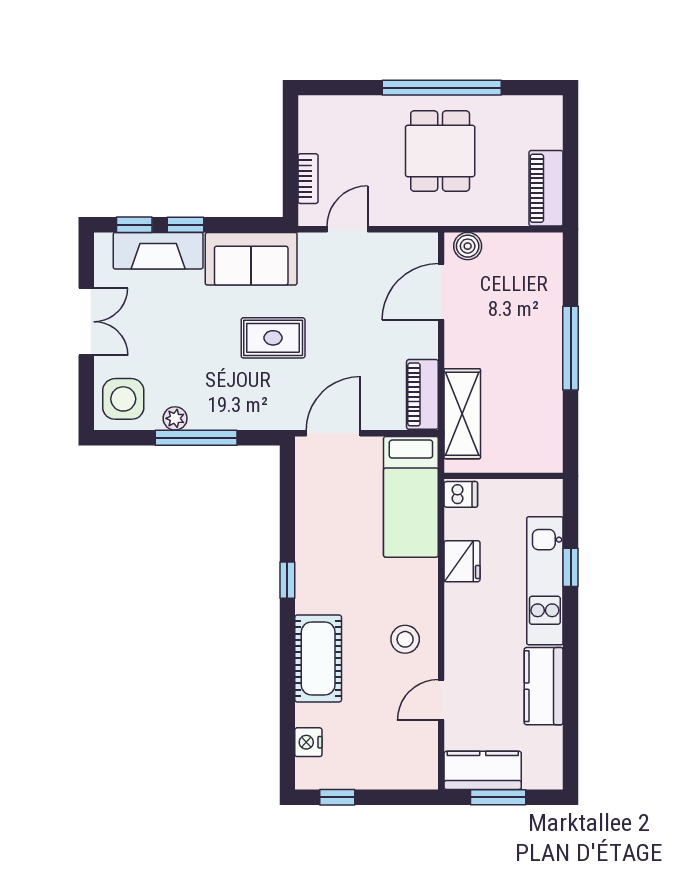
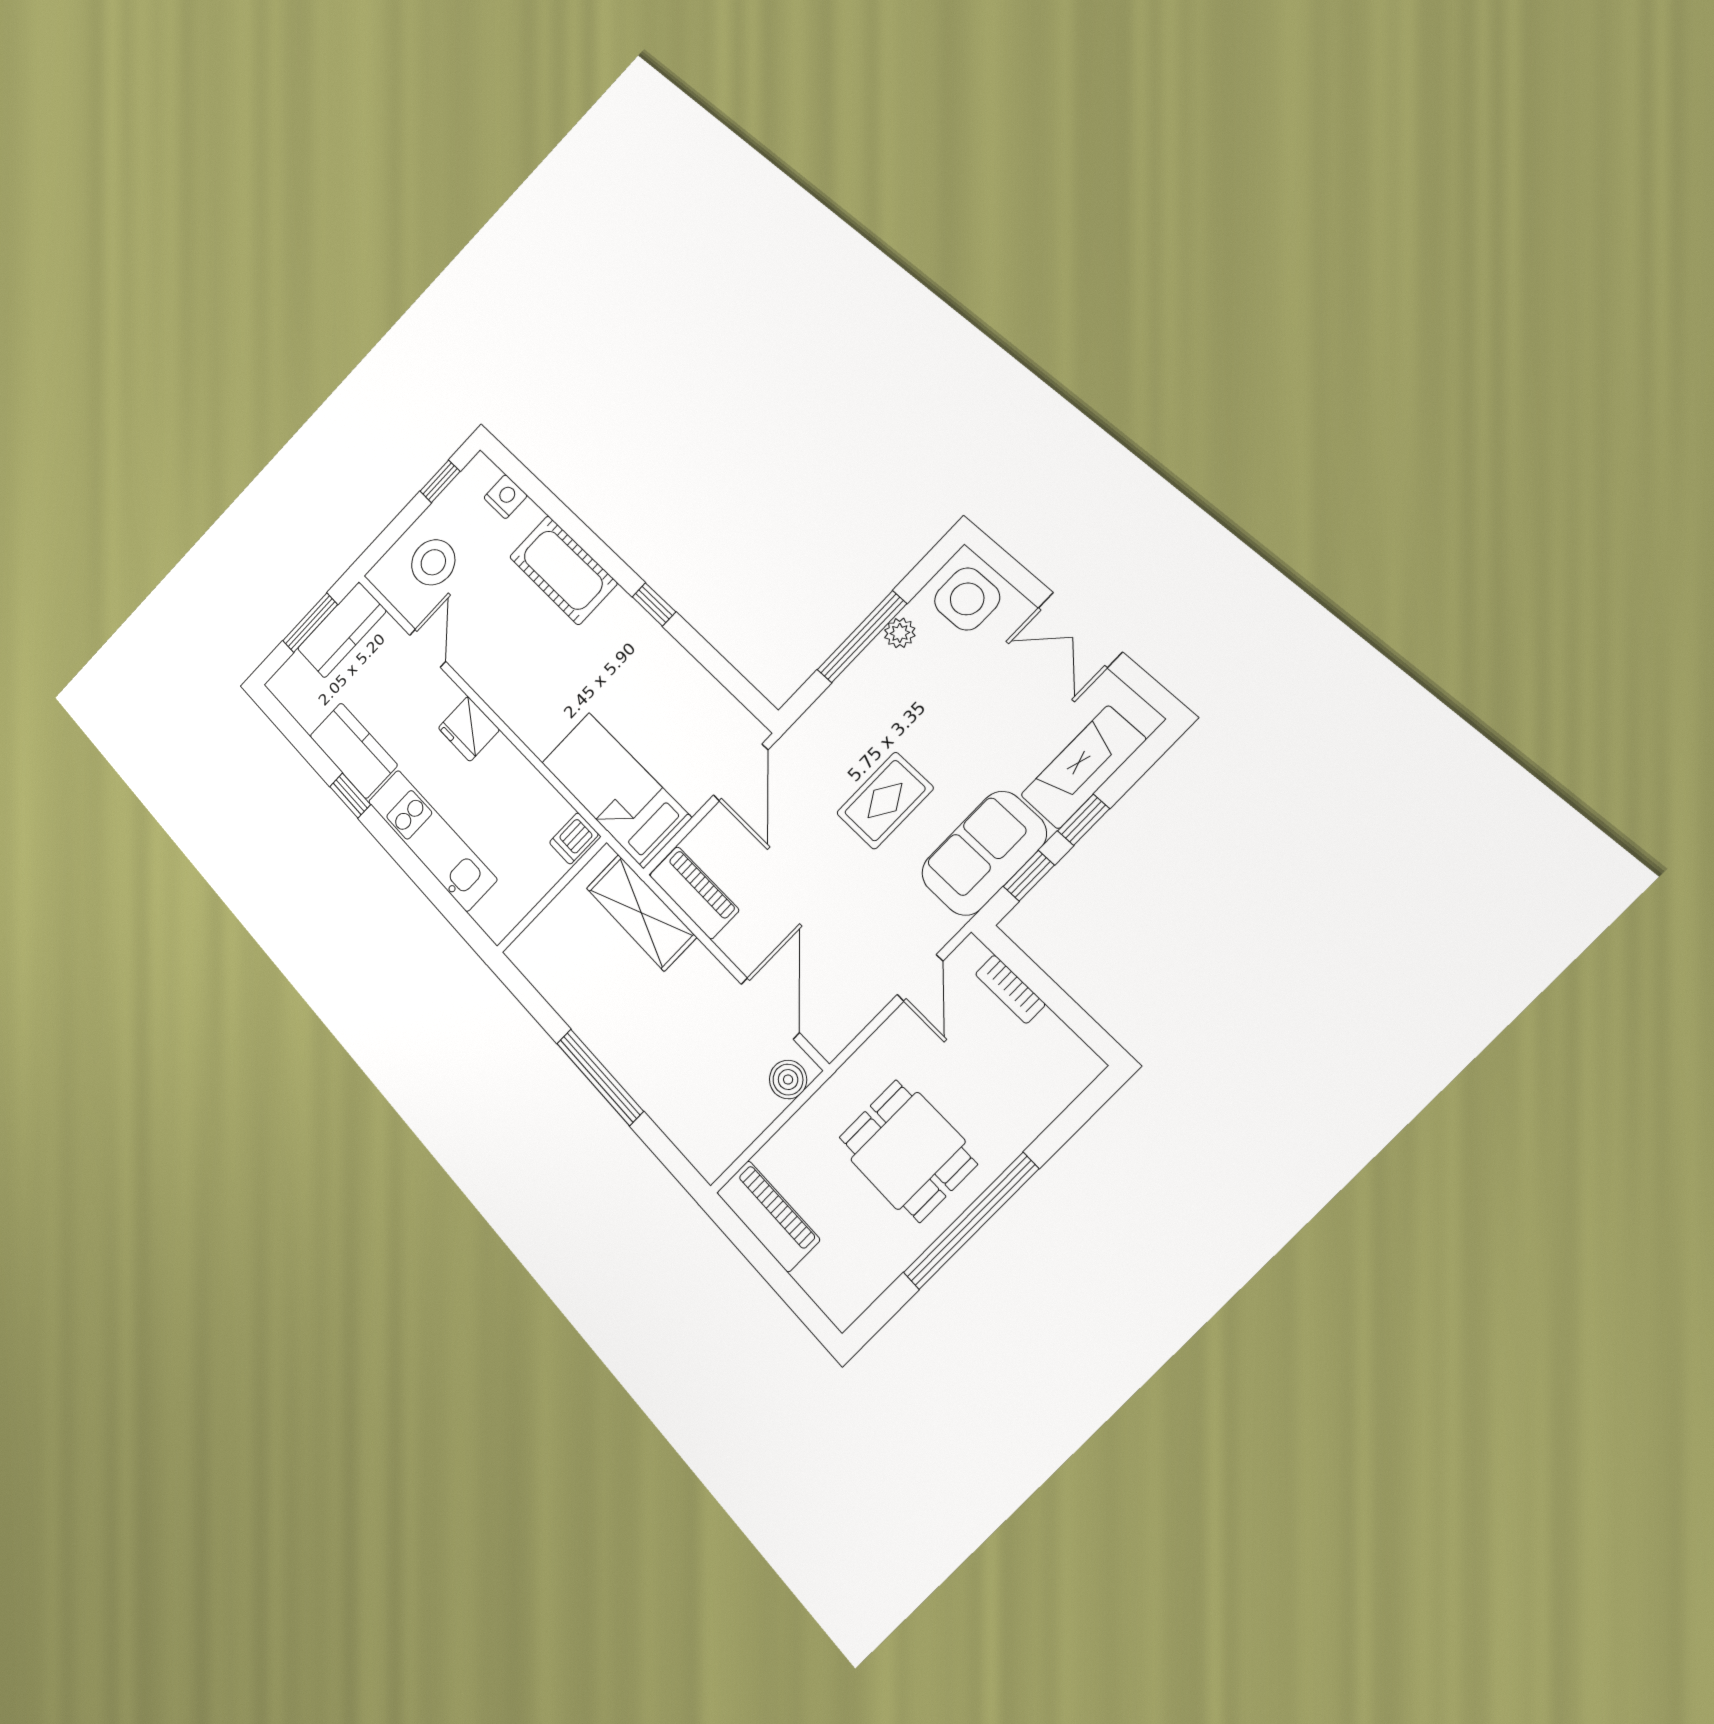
window: (134, 225) -> (1029, 876), moved
fridge: (462, 561) -> (469, 729), moved
window: (571, 567) -> (350, 796), moved
stool: (405, 639) -> (433, 562), moved, width x1.38, depth x1.38

